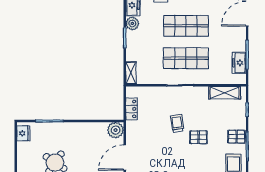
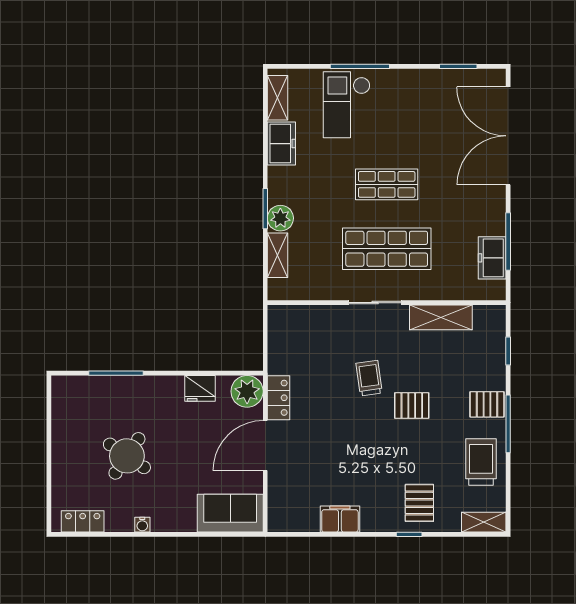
plant: (132, 23) -> (280, 218), moved
shop shelf: (186, 26) -> (387, 184), width x0.70, depth x0.74
shelving: (131, 73) -> (278, 255), moved
shelving: (225, 93) -> (441, 317), moved
locker: (131, 109) -> (279, 398), moved
fridge: (23, 133) -> (200, 388), moved, turned 90

